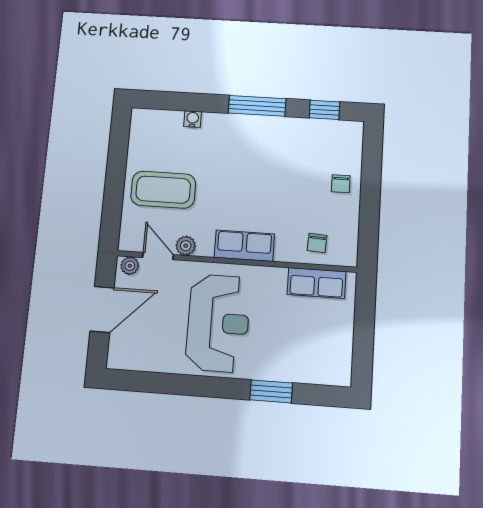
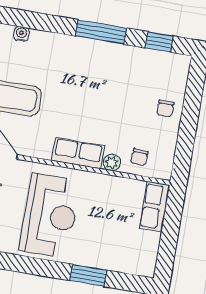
water cooler: (193, 119) -> (21, 34), moved
plant: (186, 246) -> (112, 162), moved
row of seats: (317, 283) -> (155, 207), moved, turned 90

